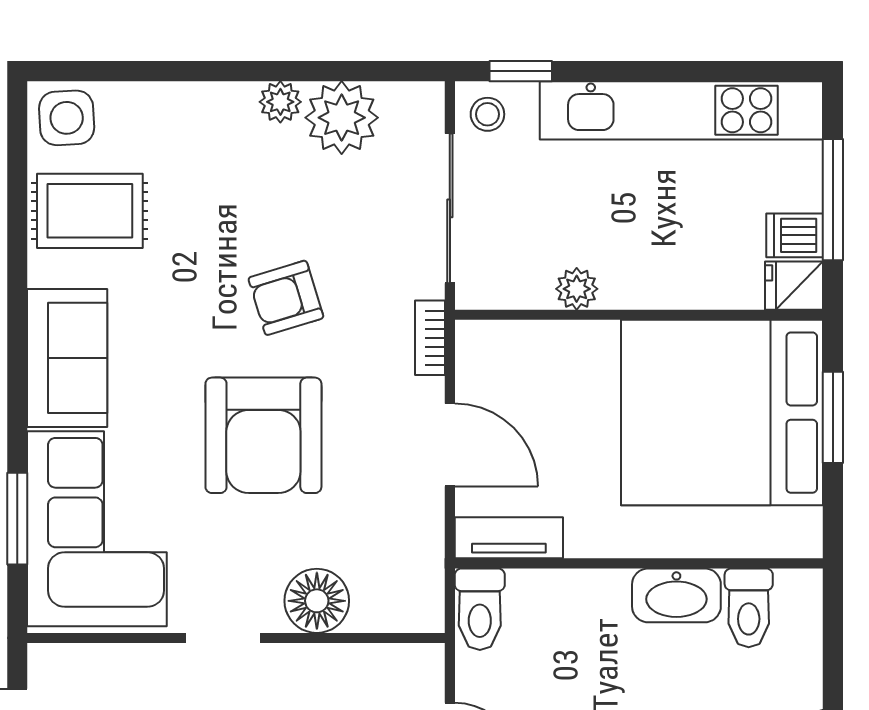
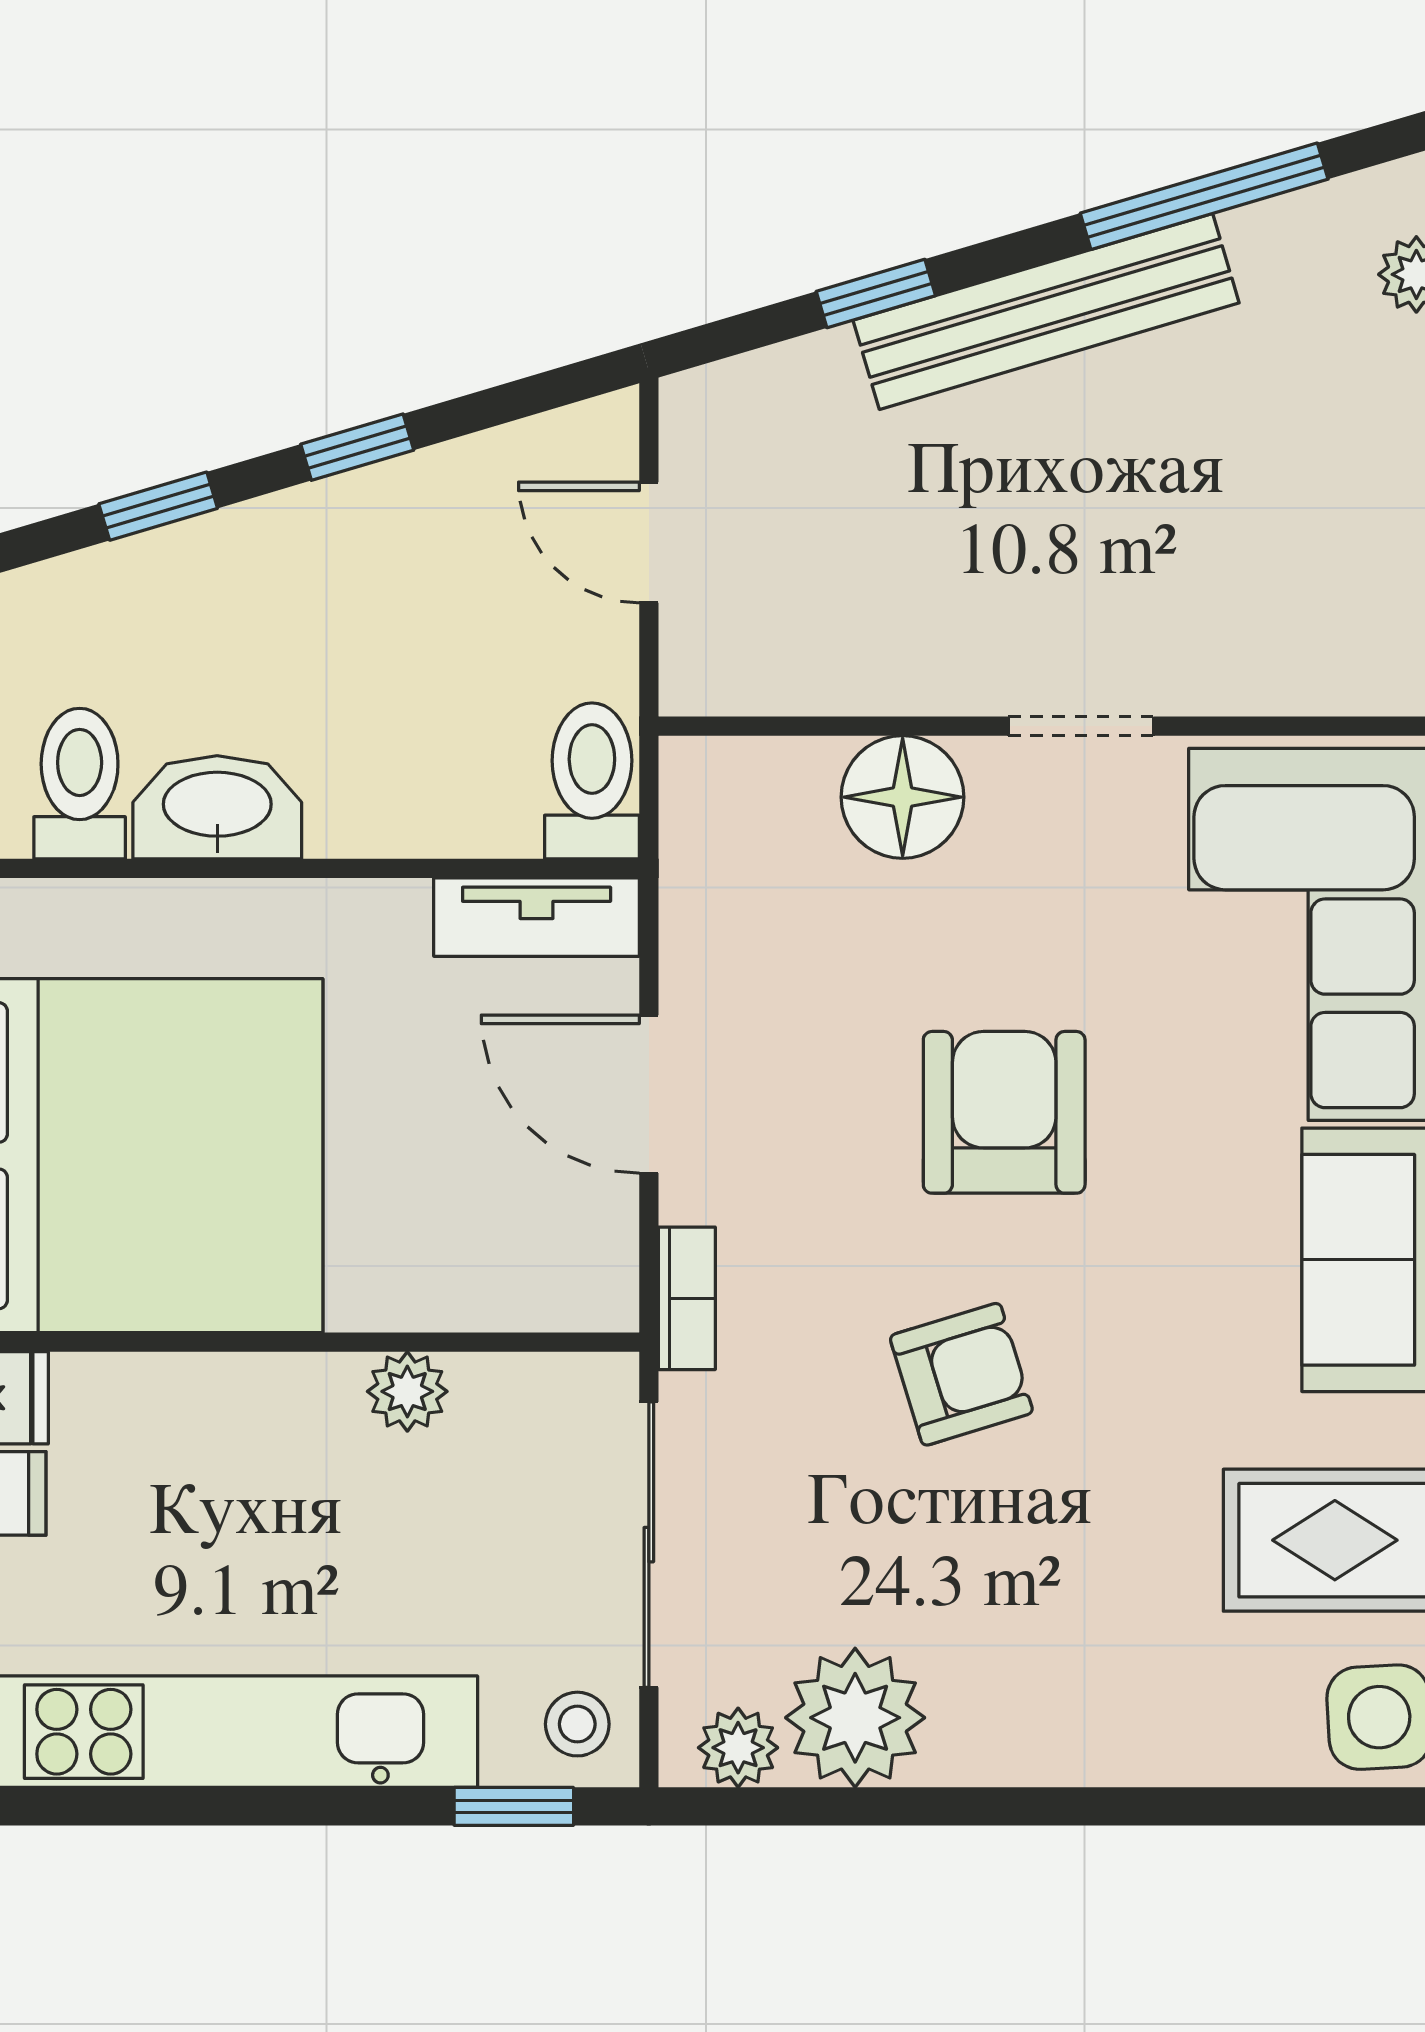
plant: (280, 102) -> (738, 1748), moved
armchair: (263, 435) -> (1004, 1112), width x0.73, depth x0.73

